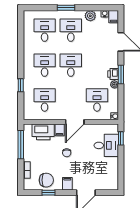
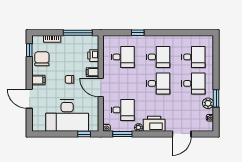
window: (66, 8) -> (216, 98), moved
filing cabinet: (114, 17) -> (207, 127), removed
printer: (113, 74) -> (154, 124), width x1.87, depth x1.48
window: (121, 75) -> (122, 134), moved
printer: (43, 132) -> (93, 56), width x0.53, depth x0.68
desk: (106, 145) -> (67, 116), width x1.87, depth x1.30
chair: (46, 180) -> (42, 59), turned 180
window: (48, 193) -> (29, 50), moved

